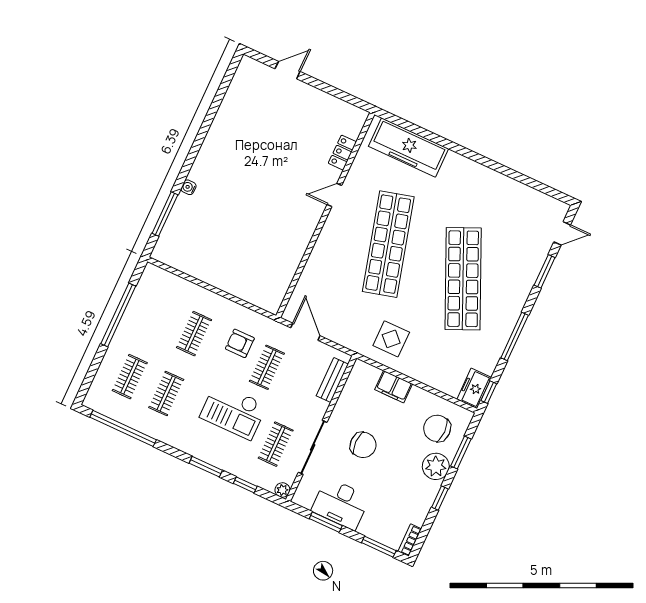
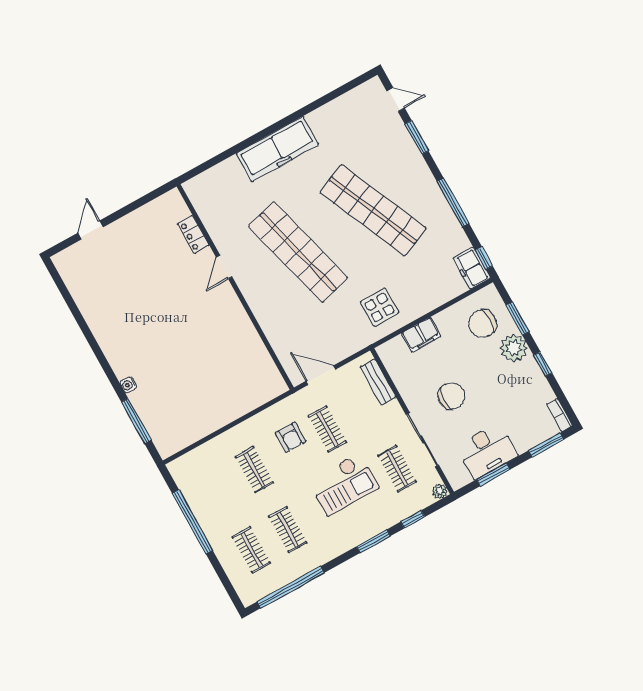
freezer: (408, 147) -> (277, 149), moved
door: (562, 233) -> (396, 99), hinge flipped
armchair: (240, 343) -> (291, 437), turned -90

